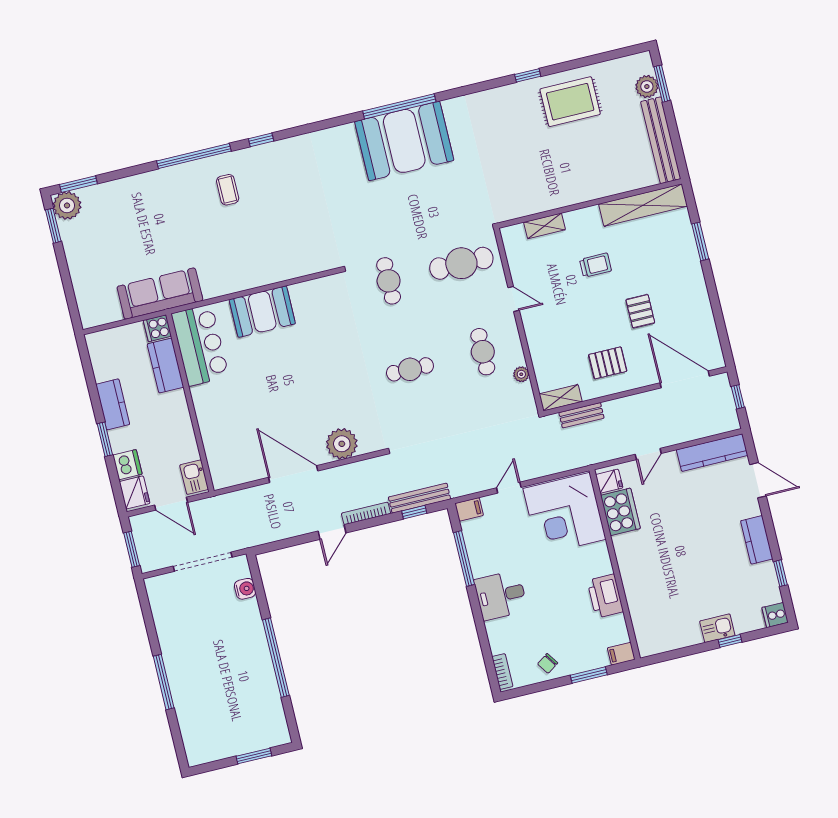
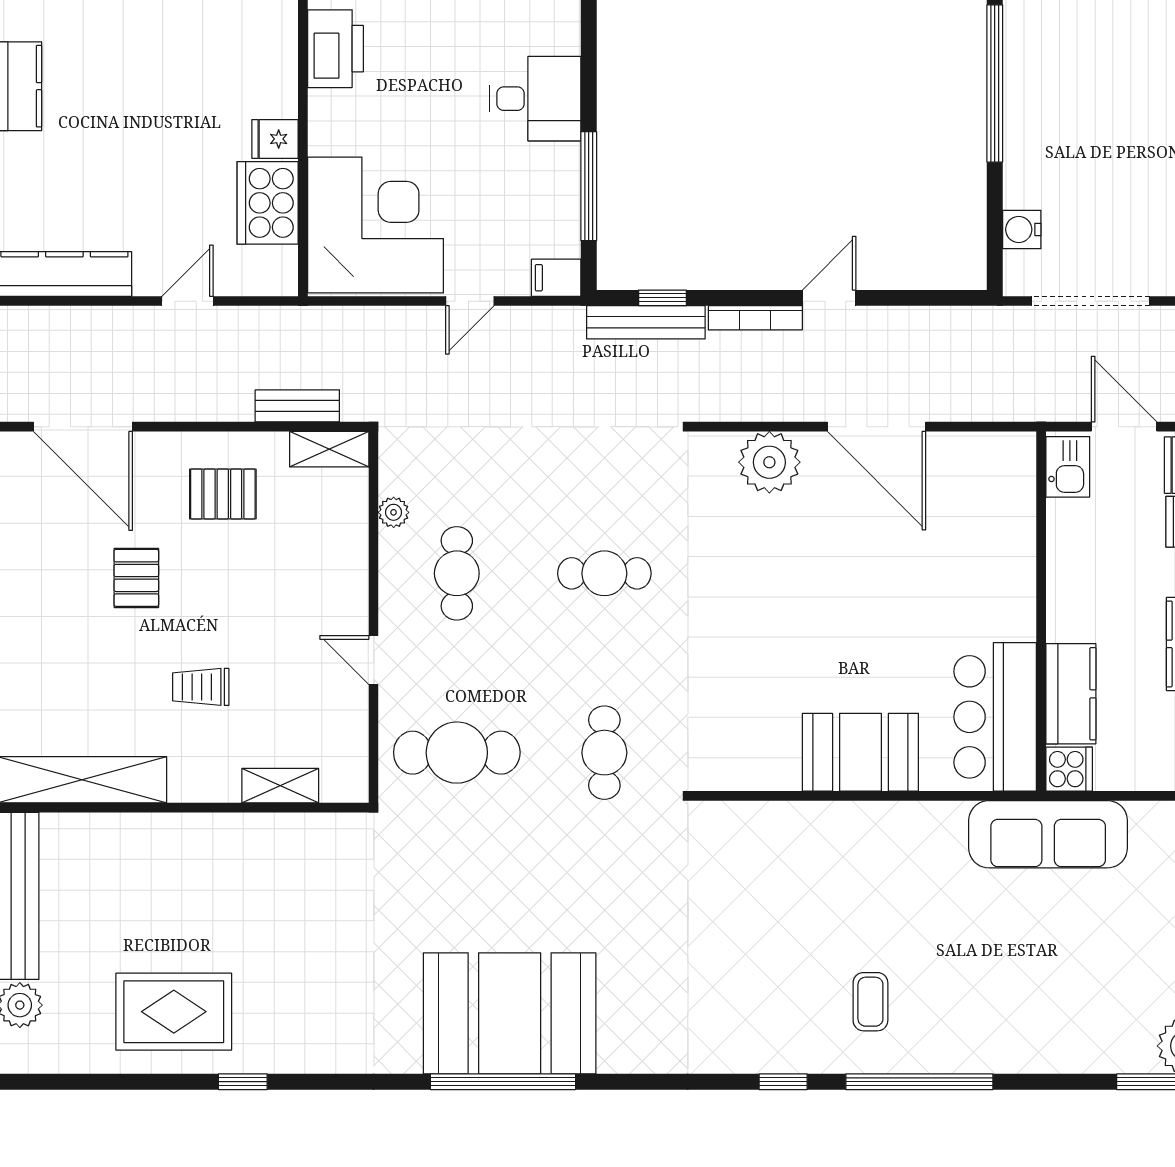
fridge: (609, 481) -> (275, 139), moved

